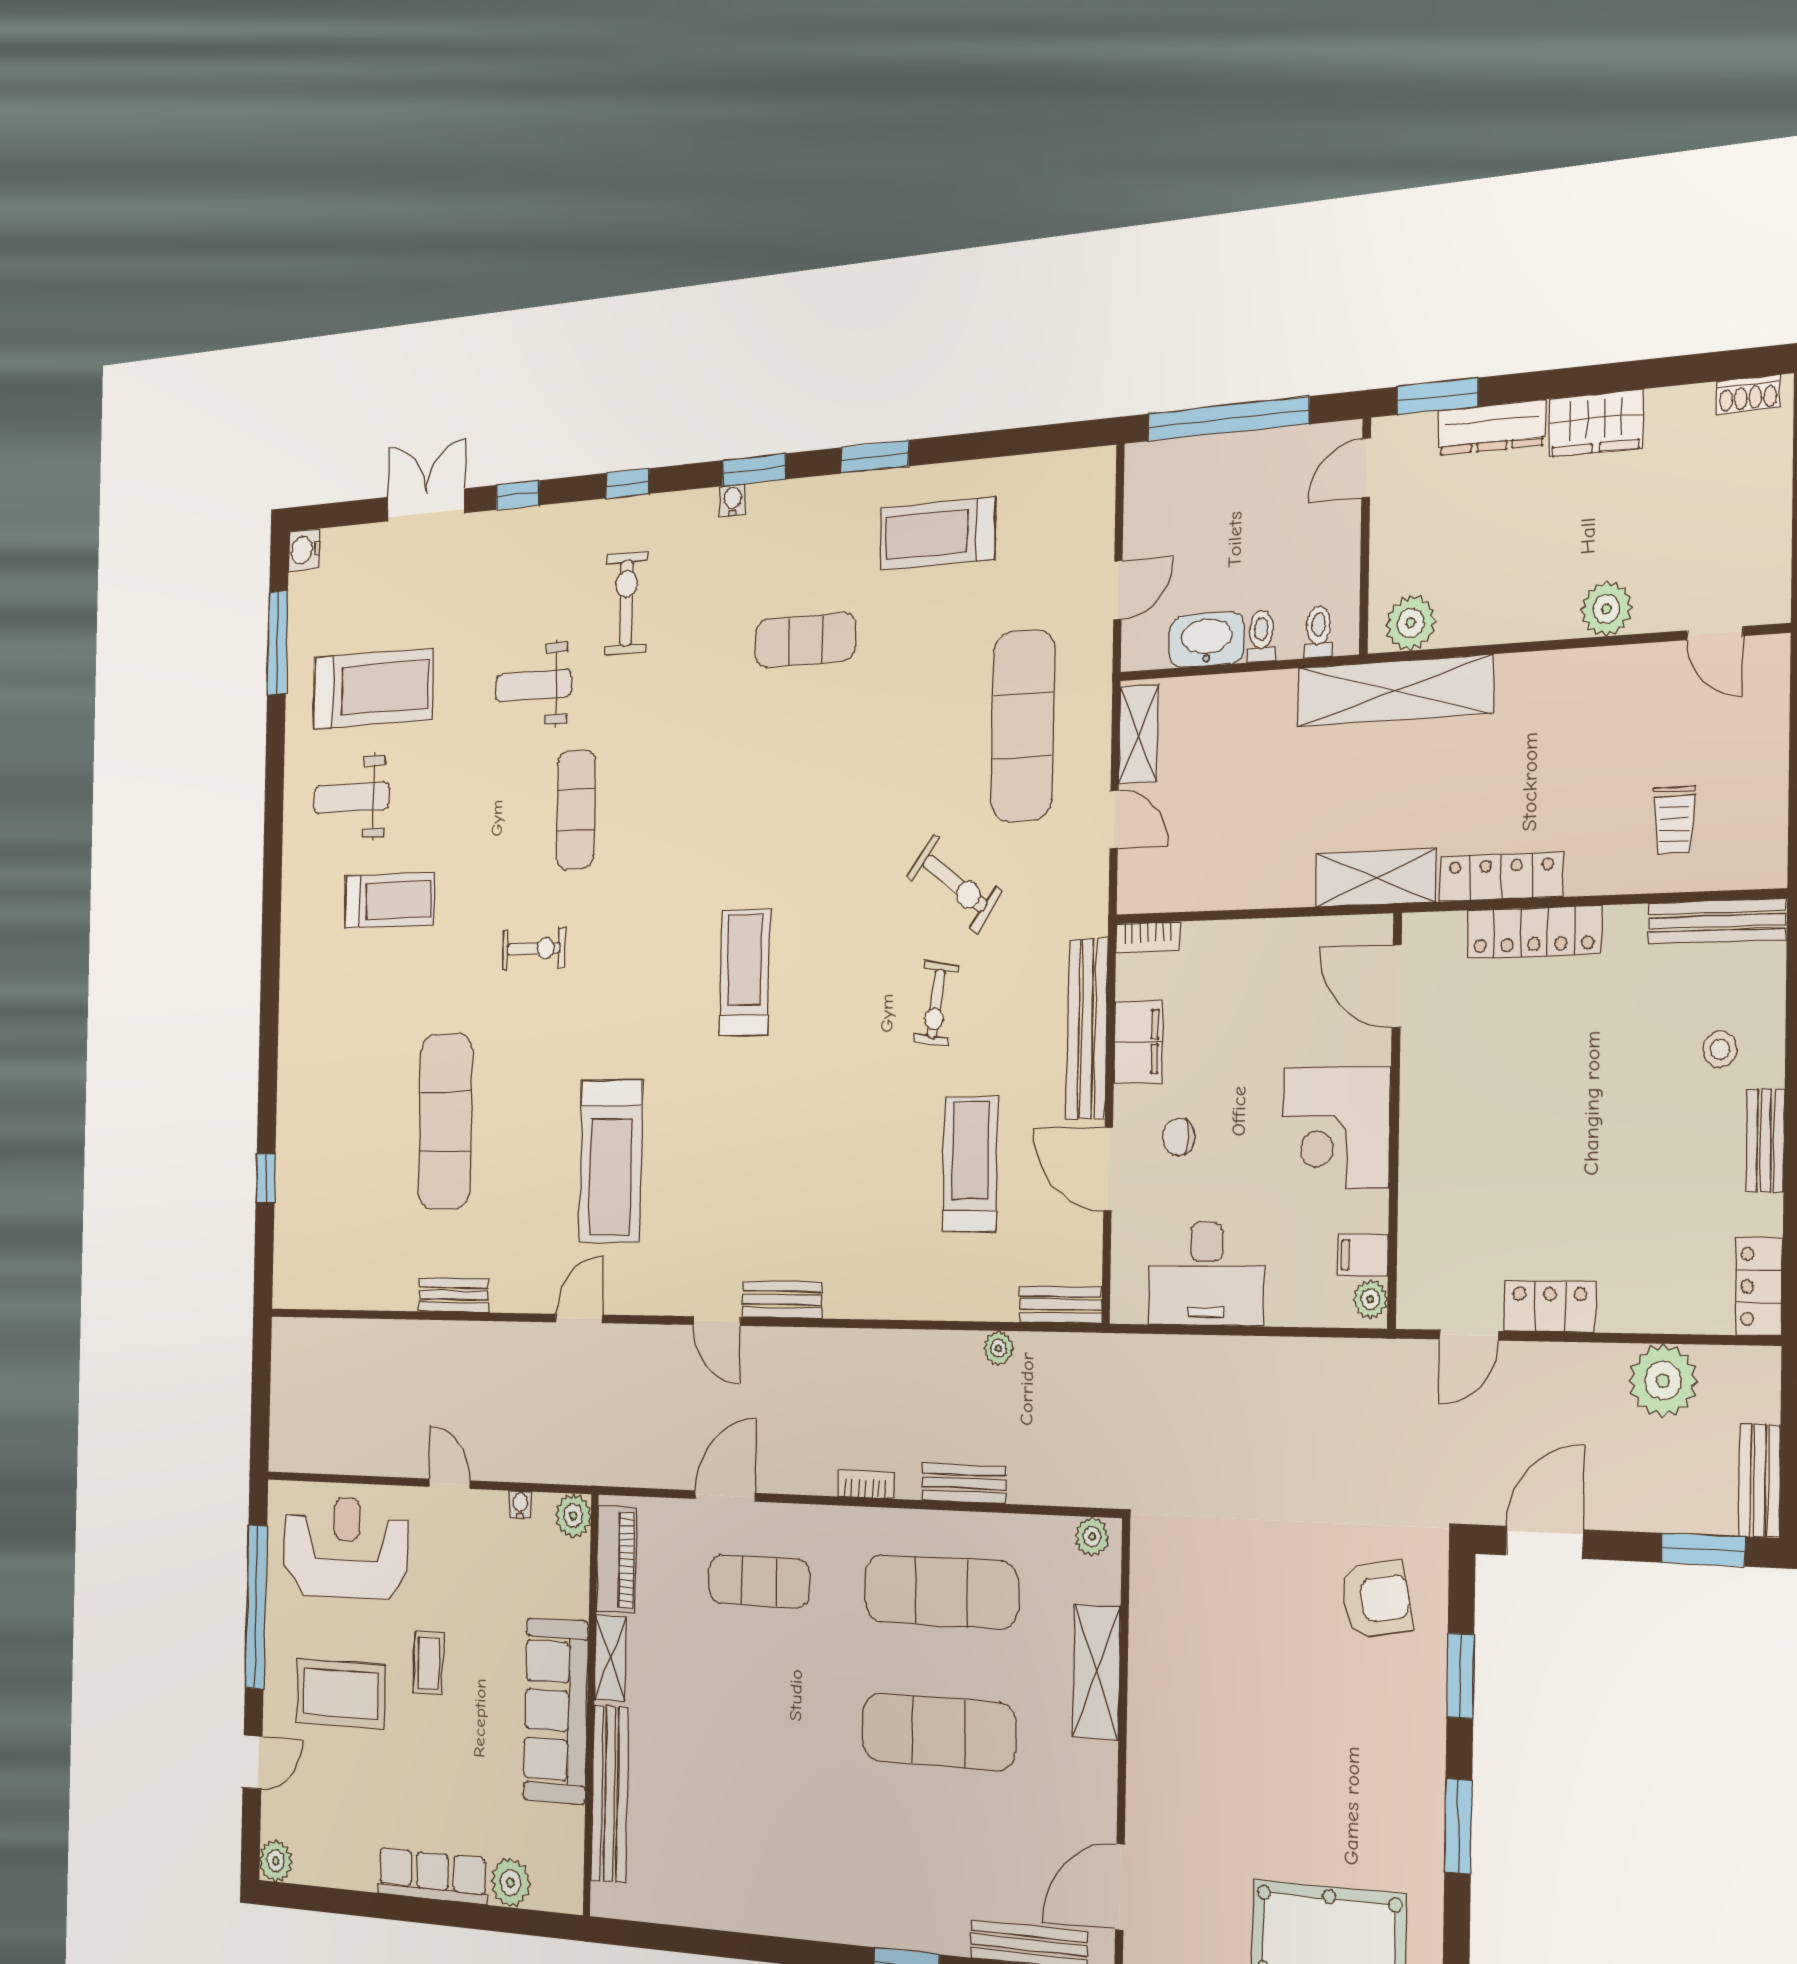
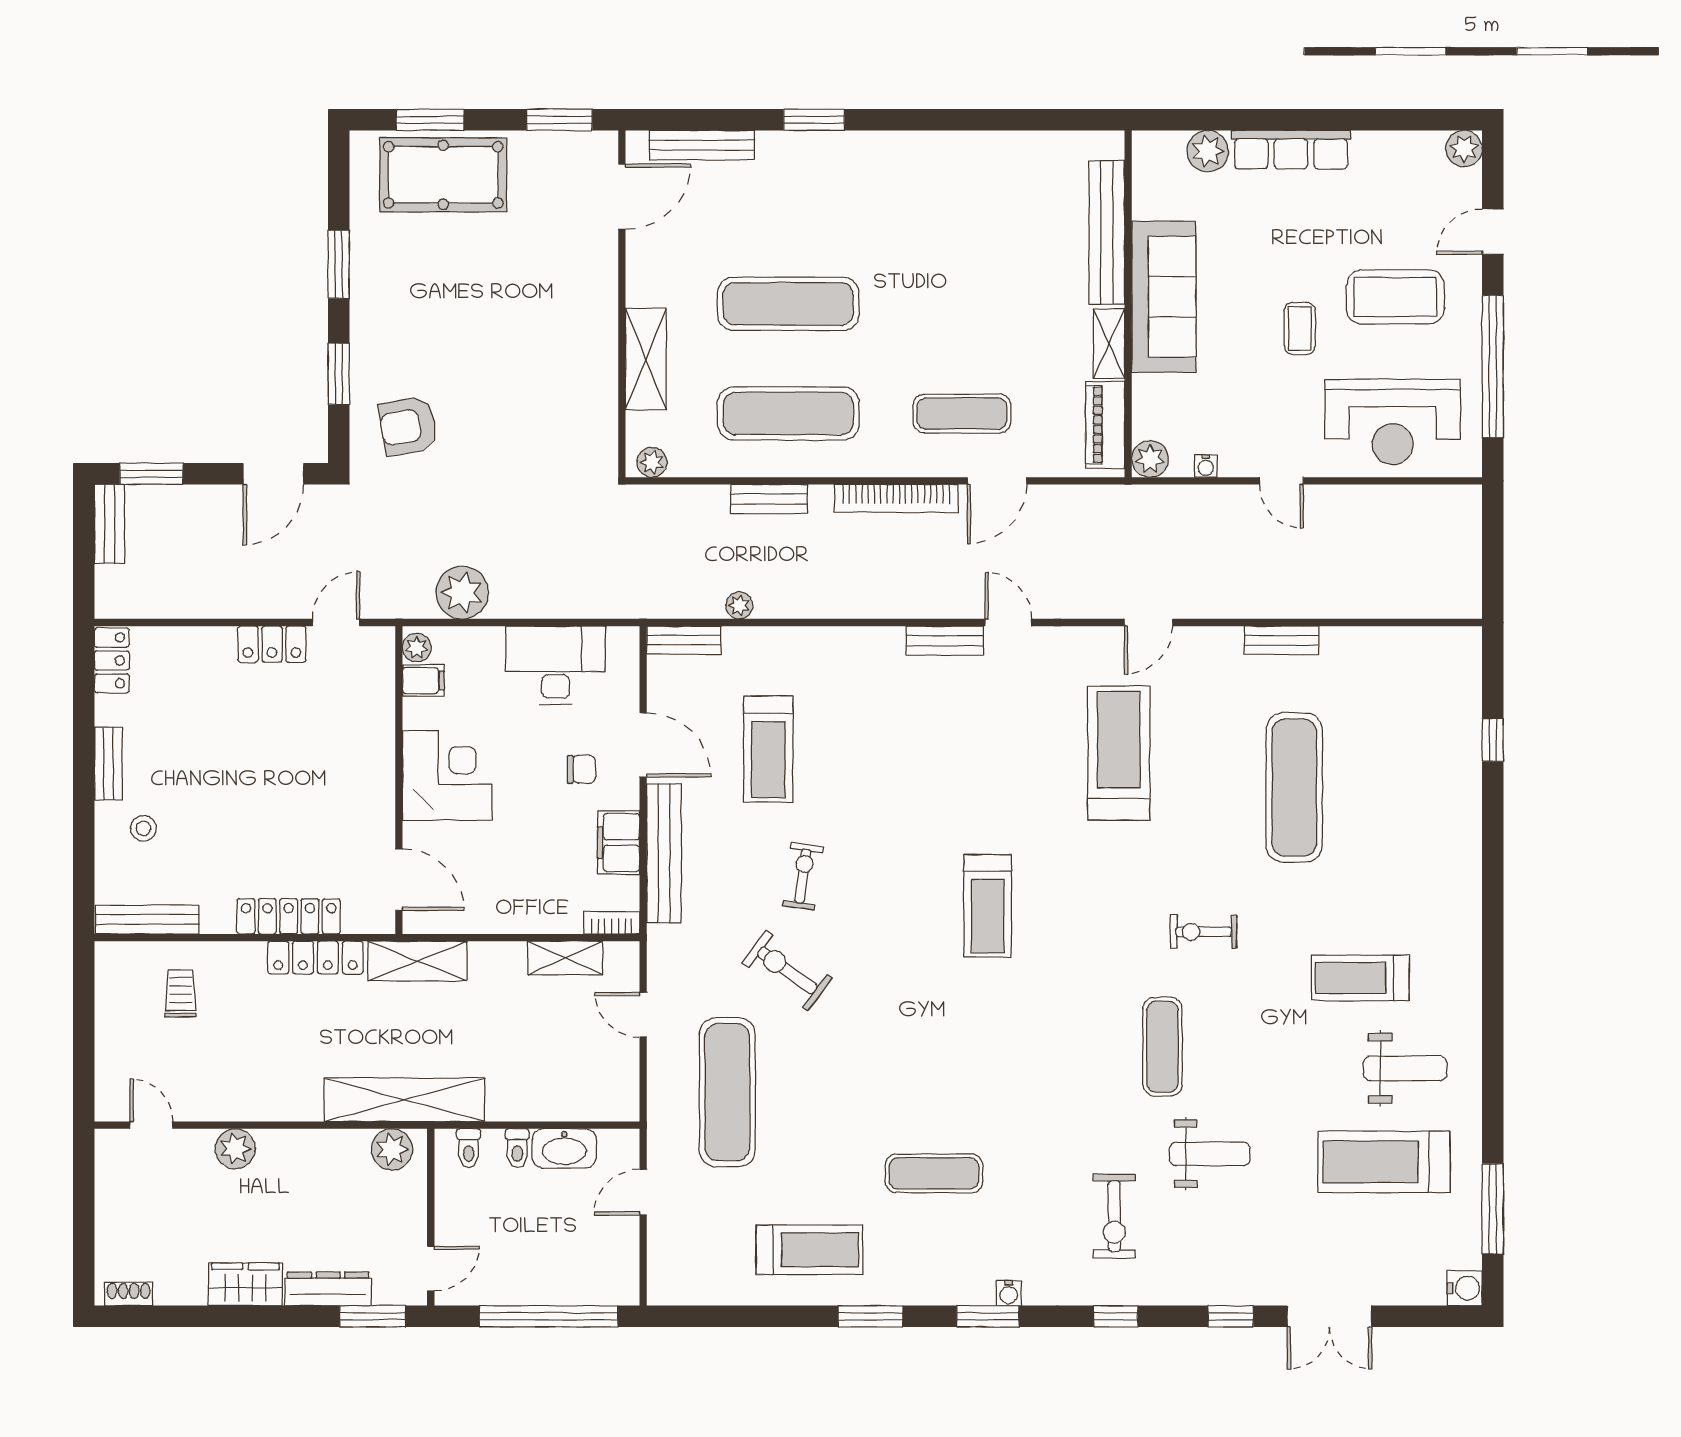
shelving: (1138, 734) -> (565, 958), moved, turned 90
plant: (1663, 1381) -> (462, 593), moved
bookcase: (865, 1484) -> (896, 498), width x2.31, depth x1.31

